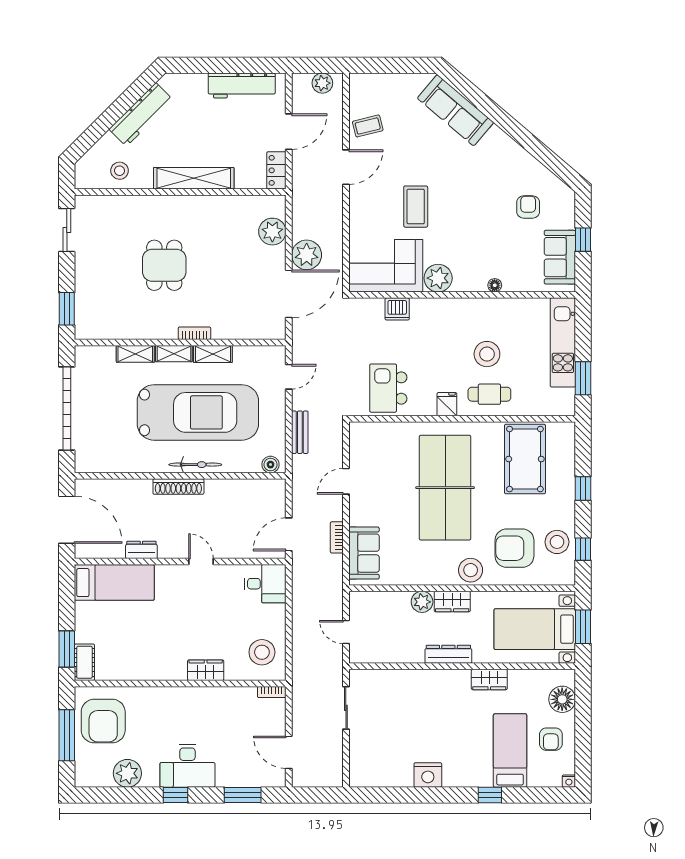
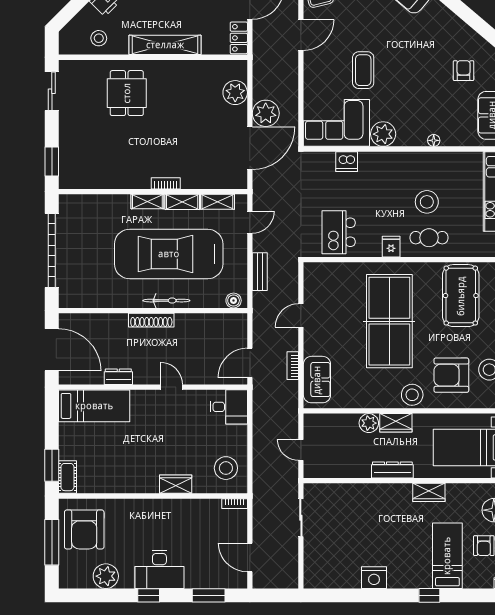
dining table: (164, 265) -> (127, 93), moved
shelving: (135, 354) -> (217, 202), moved
car: (198, 412) -> (169, 254), turned 180

